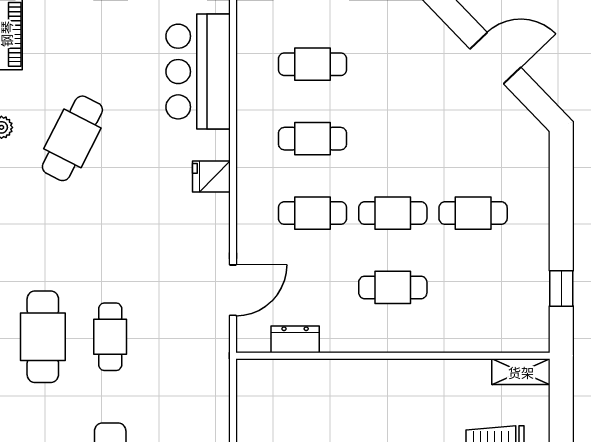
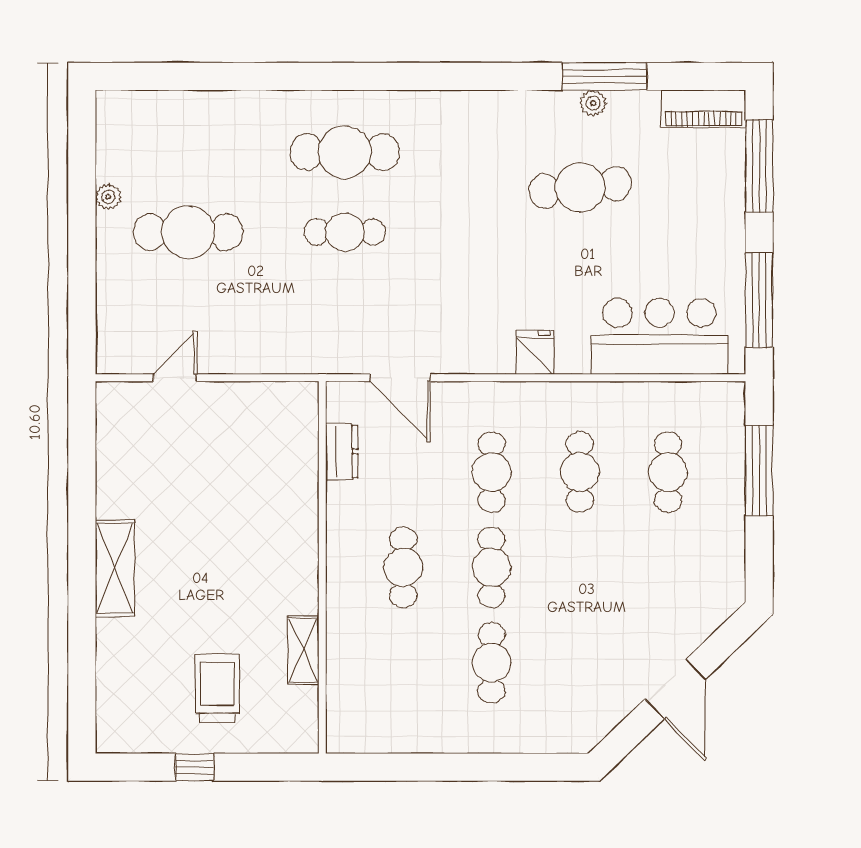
cafe table: (72, 138) -> (580, 187), turned -33
window: (561, 288) -> (402, 767), removed
shelving: (521, 372) -> (303, 650), moved

